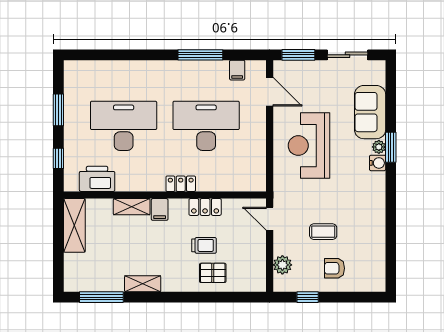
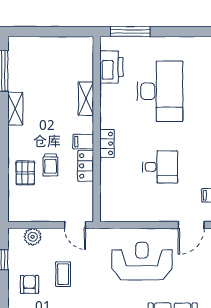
window: (58, 110) -> (175, 32), removed
desk: (206, 126) -> (160, 167), width x0.53, depth x0.77
window: (58, 158) -> (130, 32), width x2.17
filing cabinet: (160, 209) -> (83, 142), moved
door: (270, 219) -> (75, 225), swing flipped
shelving: (74, 225) -> (69, 46), removed

